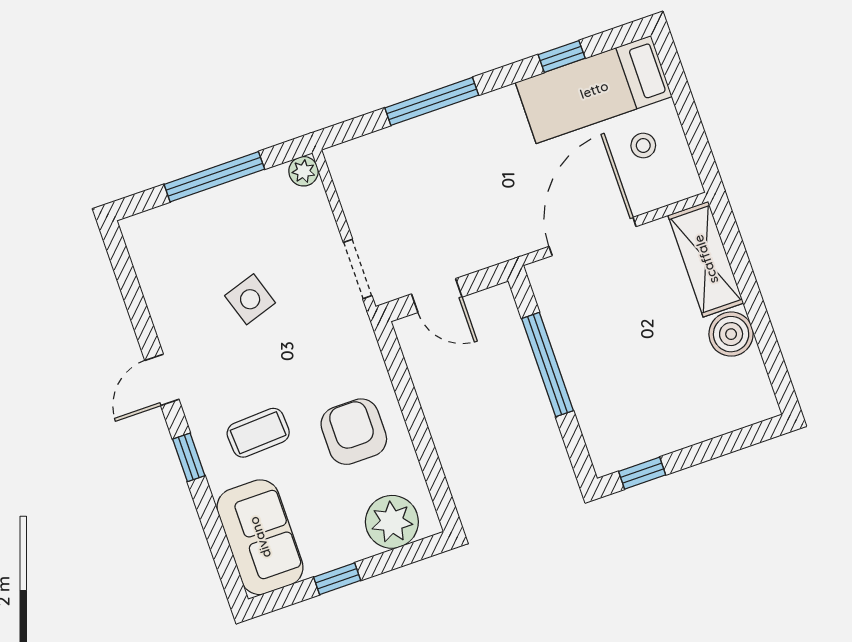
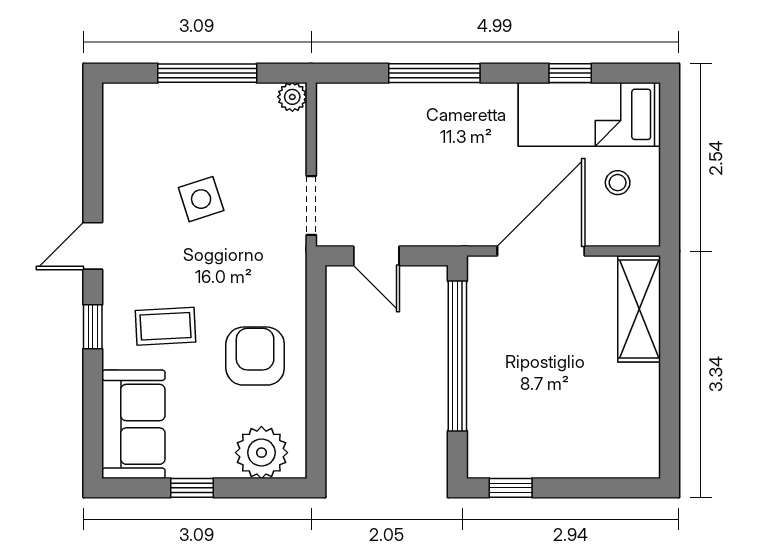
boiler: (731, 334) -> (639, 387), removed
window: (547, 365) -> (457, 356), width x1.46

